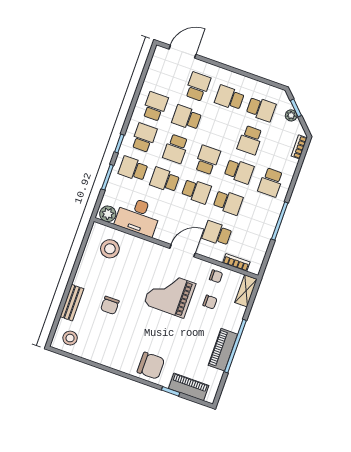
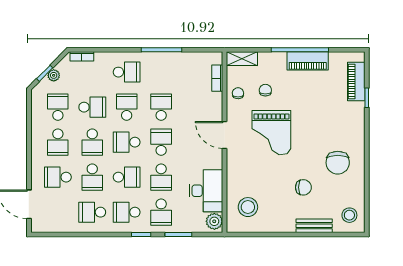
school desk: (217, 233) -> (92, 142), moved
chair: (151, 366) -> (338, 163), moved, turned 180

